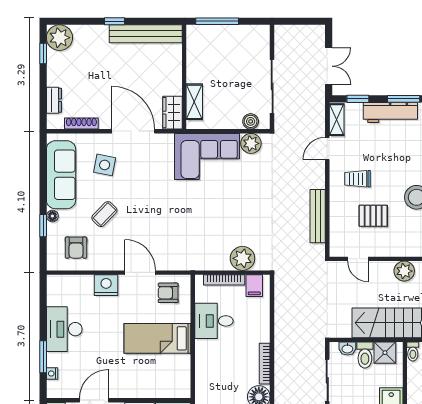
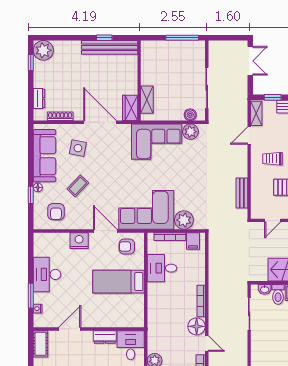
window: (114, 21) -> (104, 38), moved
window: (217, 21) -> (182, 38), moved
double door: (329, 66) -> (250, 61), moved
bench: (318, 216) -> (242, 193), width x0.73
corner sofa: (193, 245) -> (146, 210), added
door: (358, 259) -> (273, 220), hinge flipped

